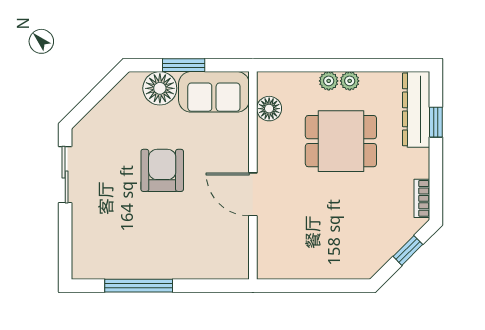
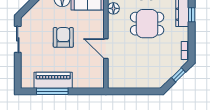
piano: (141, 262) -> (53, 80), added

